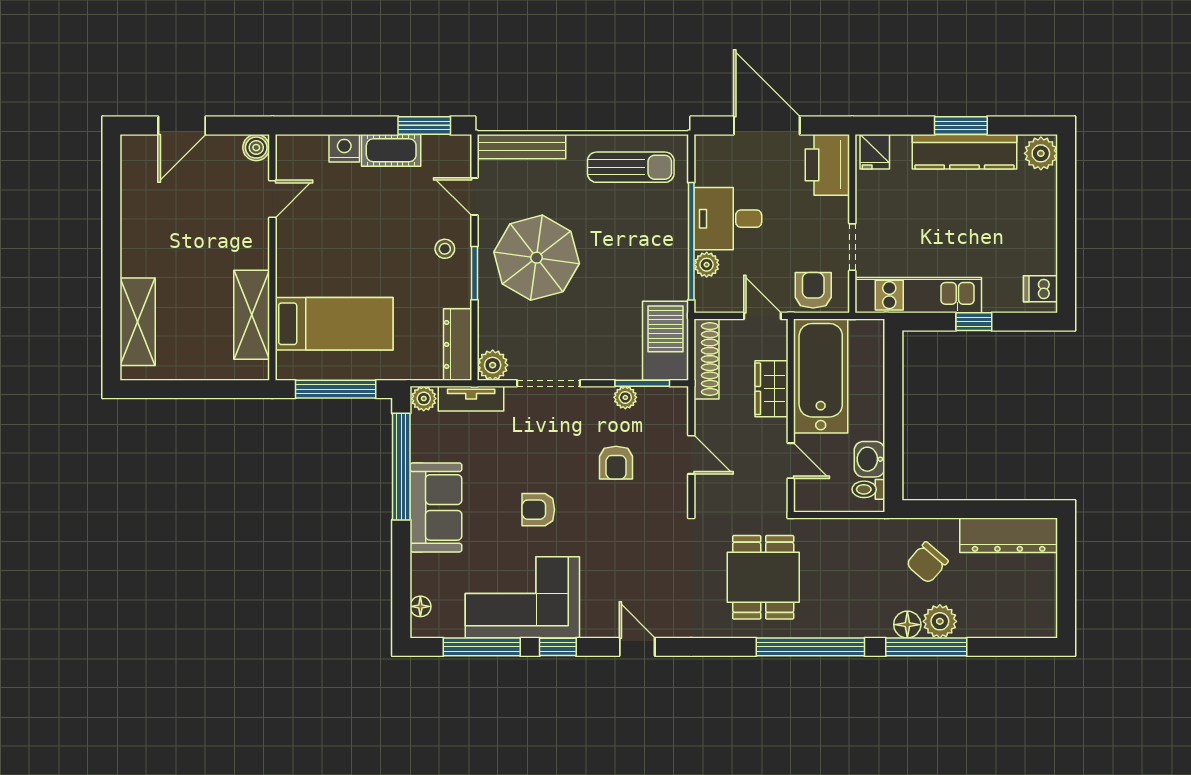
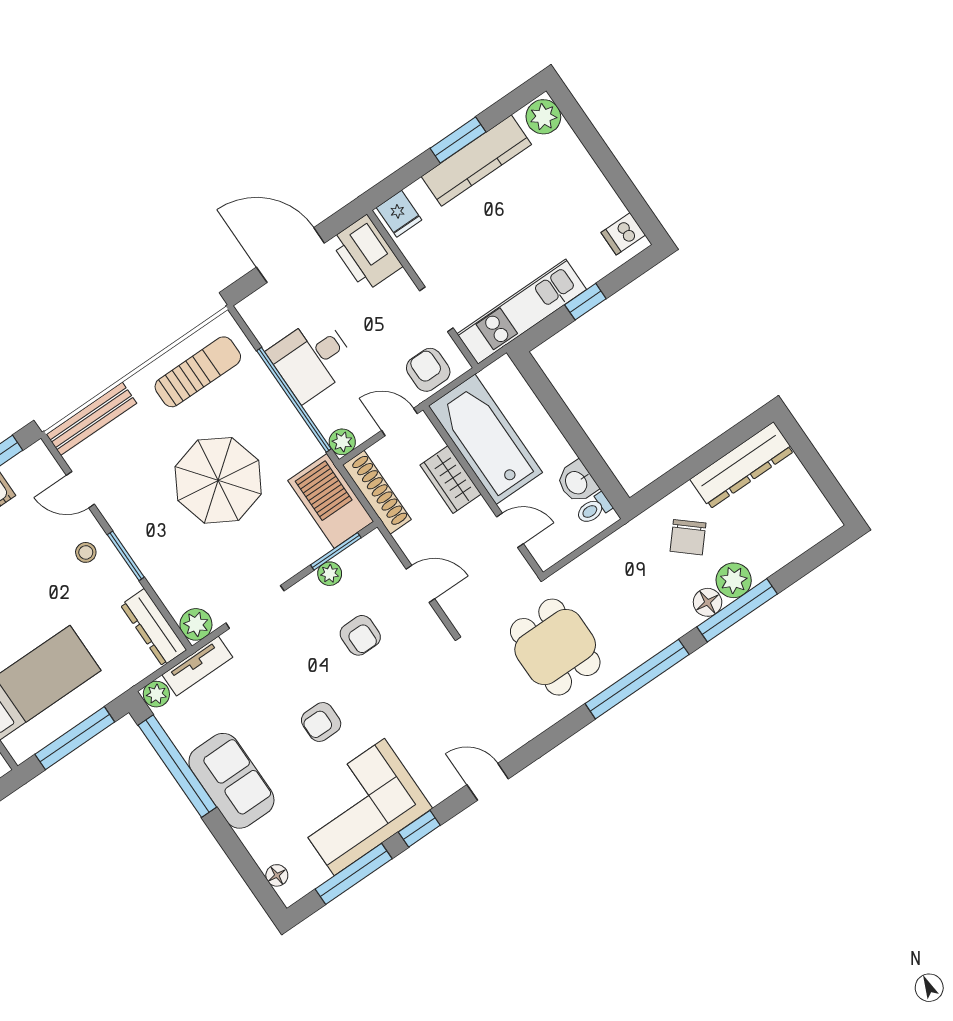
parasol: (537, 258) -> (218, 480), moved
plant: (707, 265) -> (342, 442), moved

